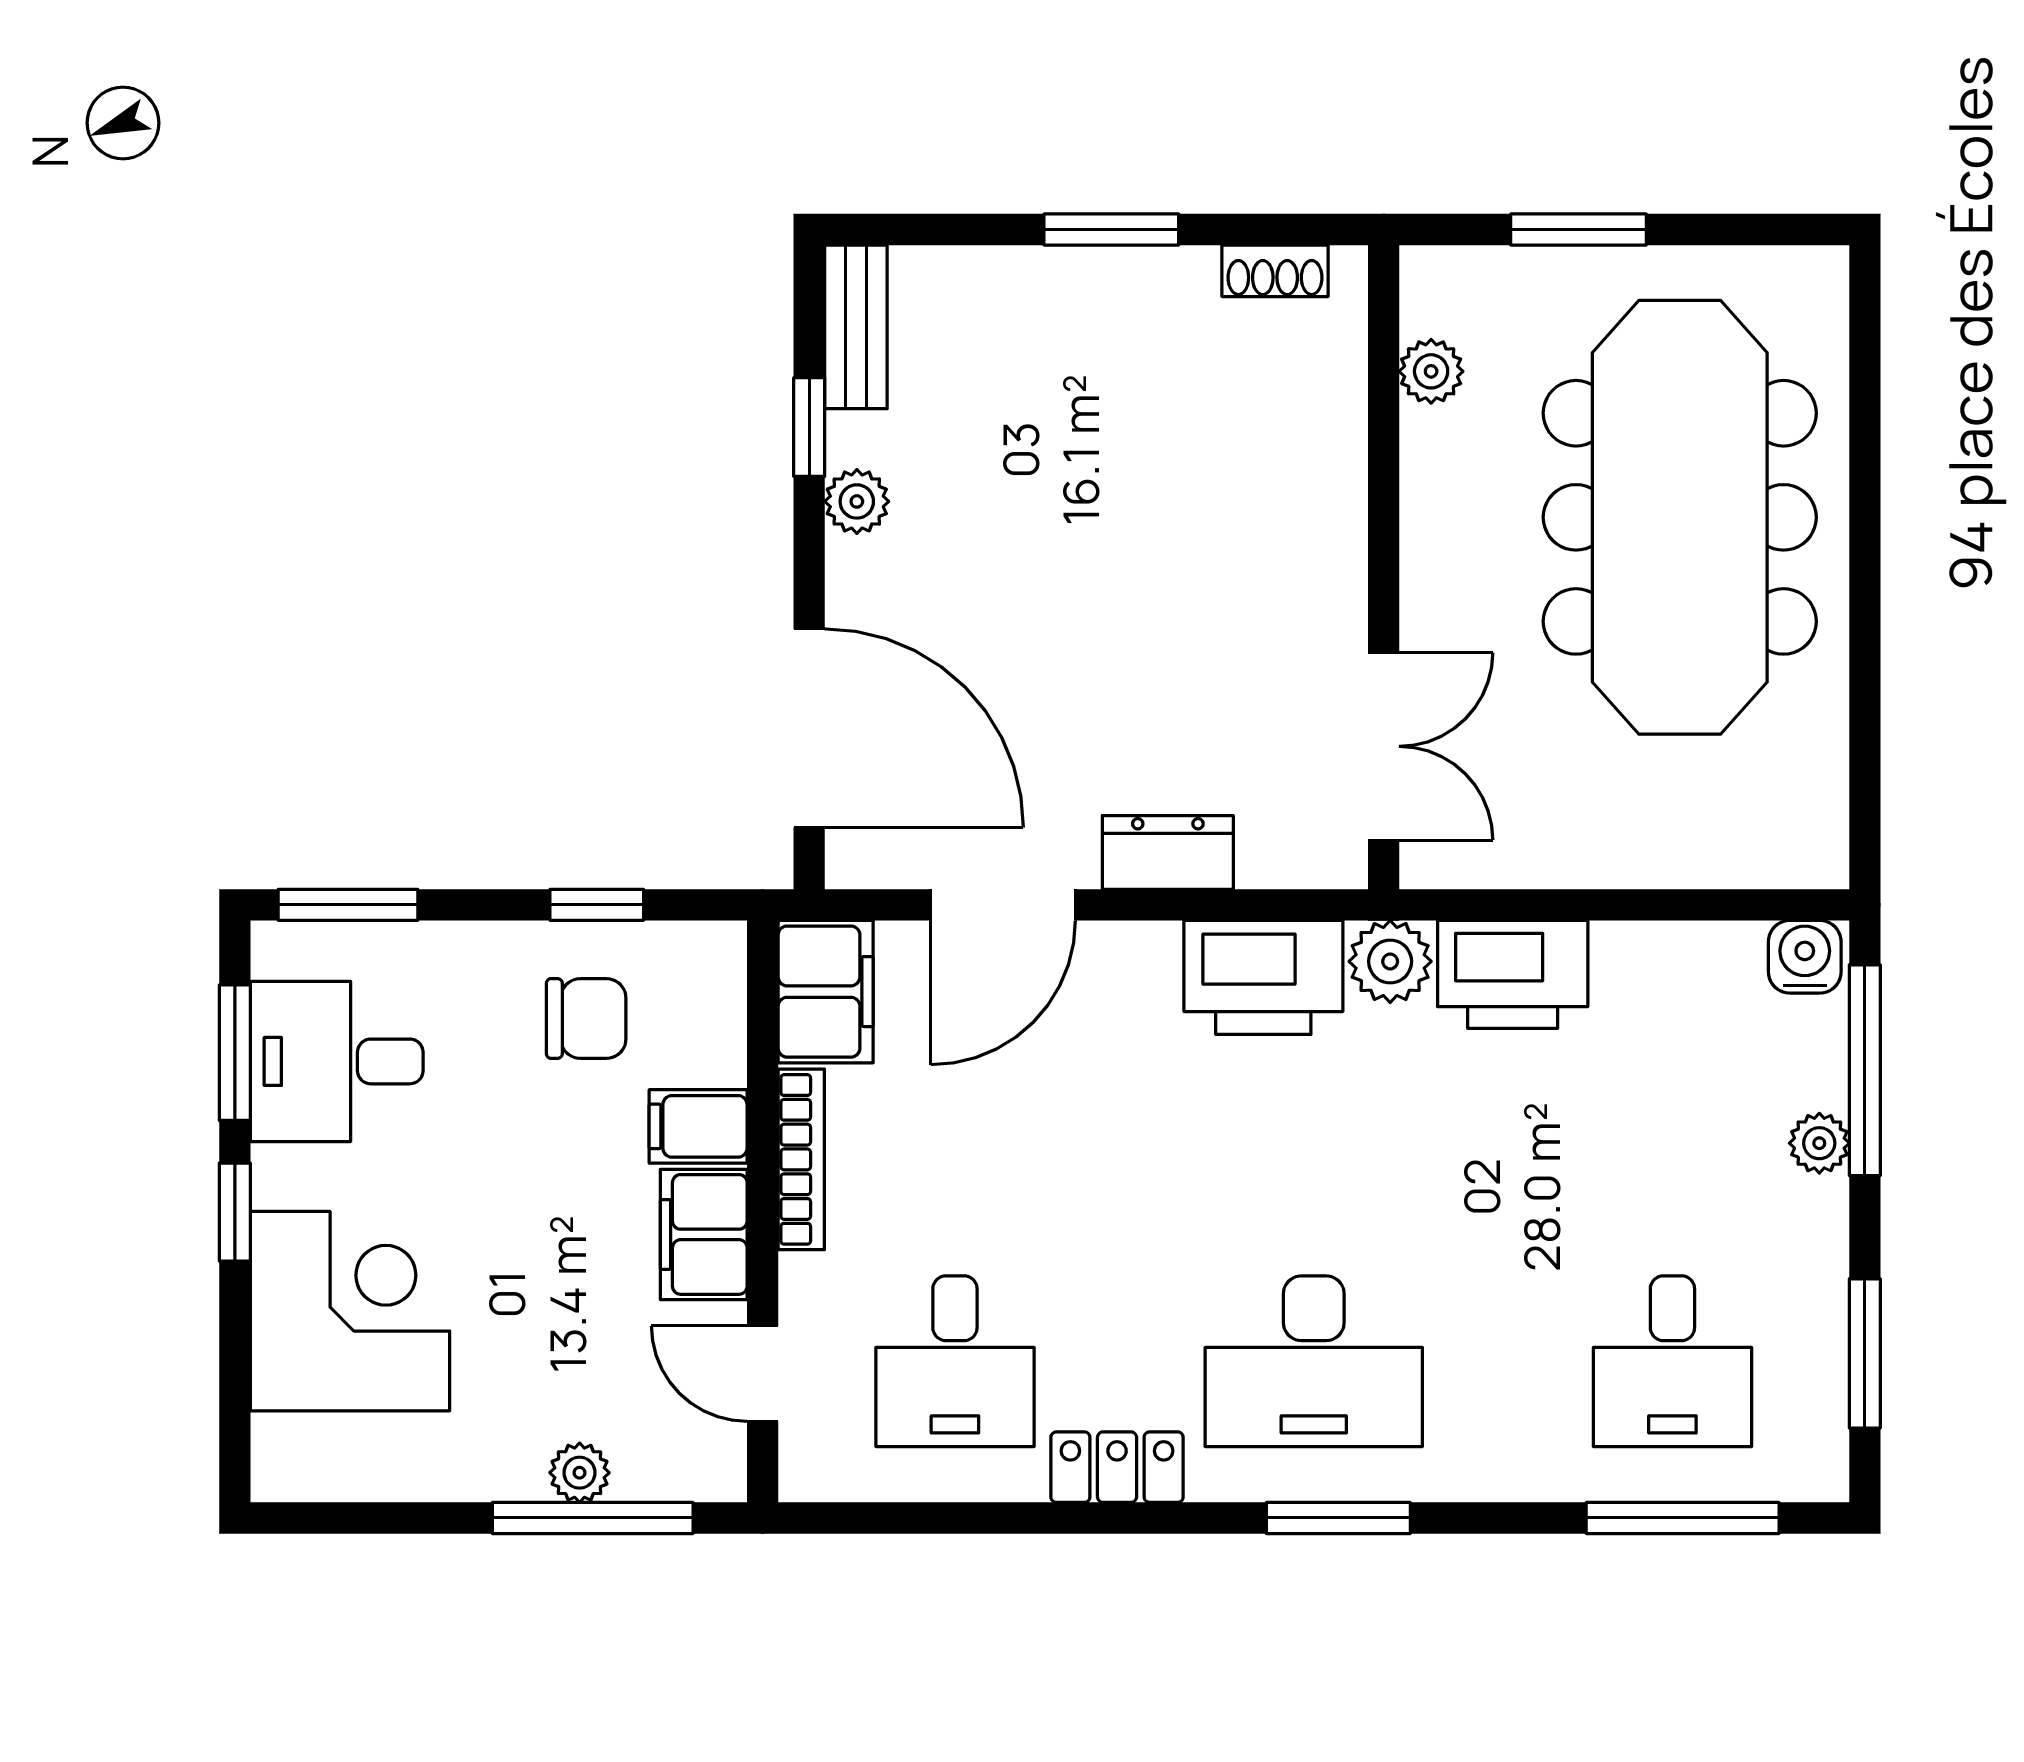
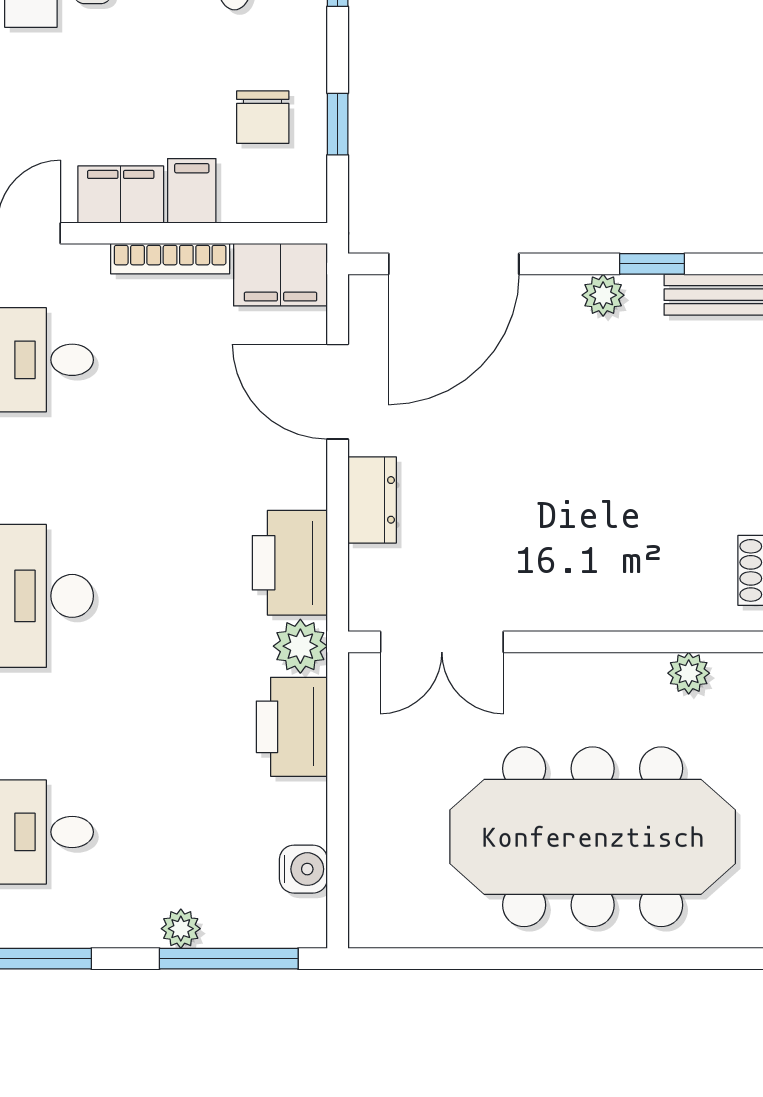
water cooler: (1805, 957) -> (303, 869), moved

